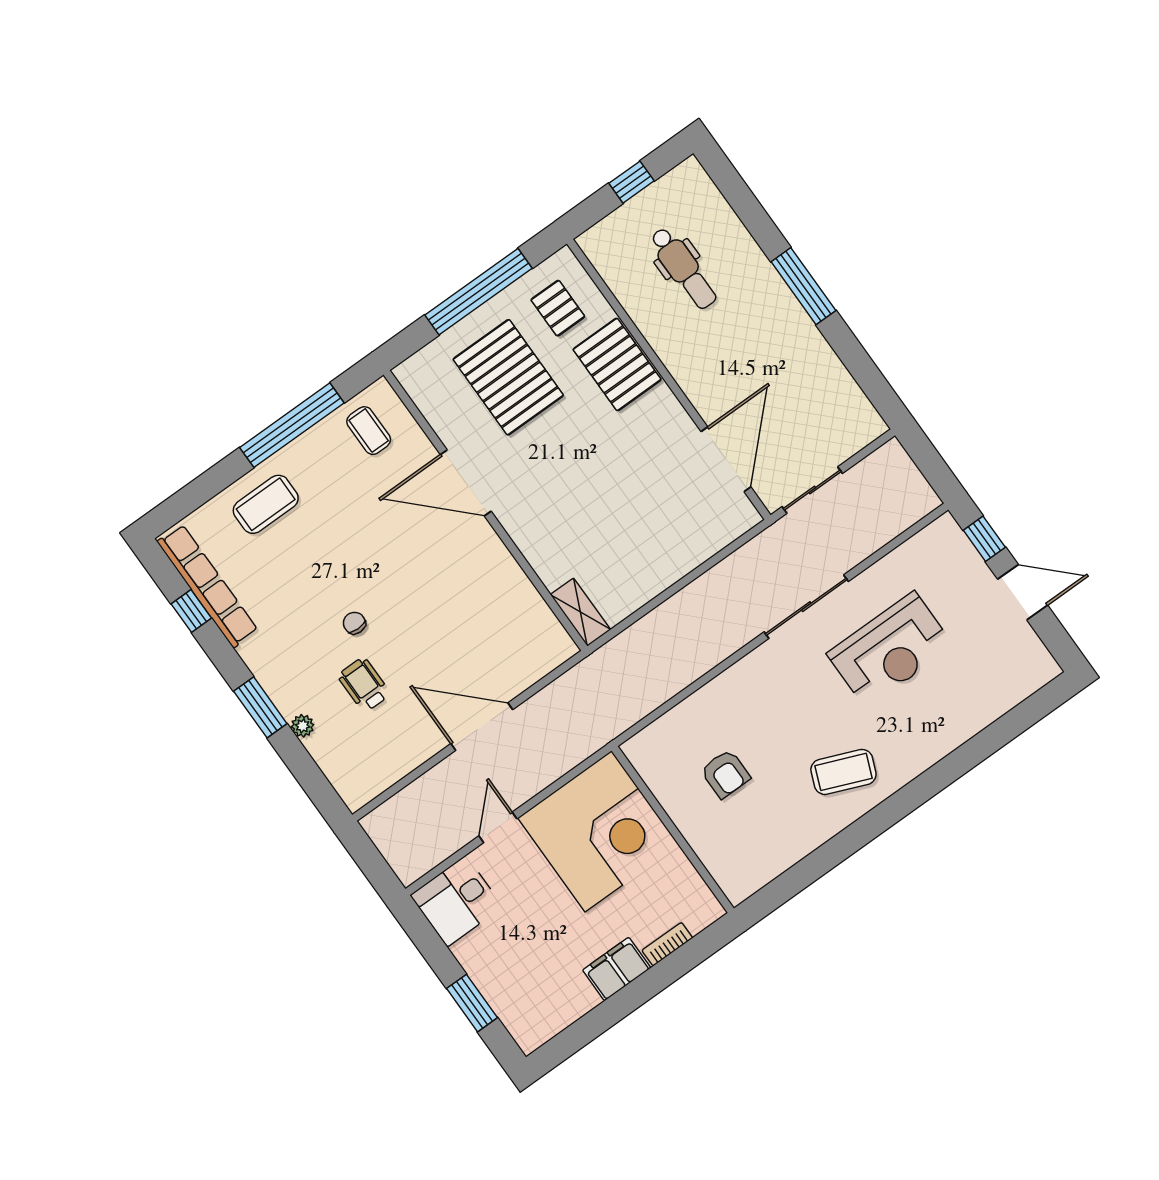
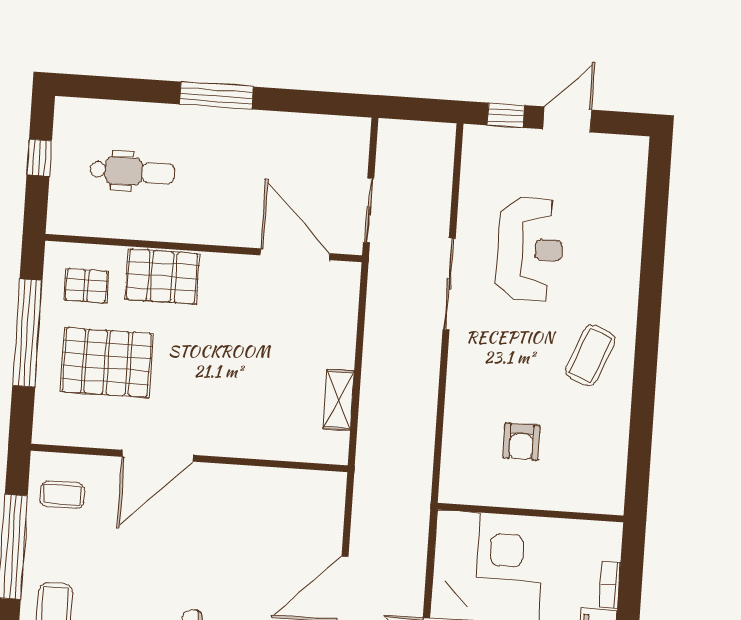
shelving: (581, 612) -> (339, 400), moved, turned 90
armchair: (725, 774) -> (521, 442), turned 90

